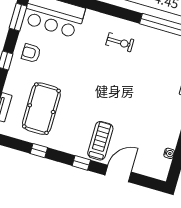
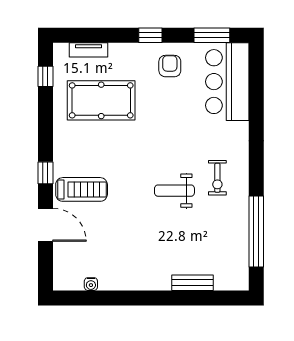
weight bench: (120, 75) -> (174, 191), added
window: (39, 151) -> (45, 76), moved

